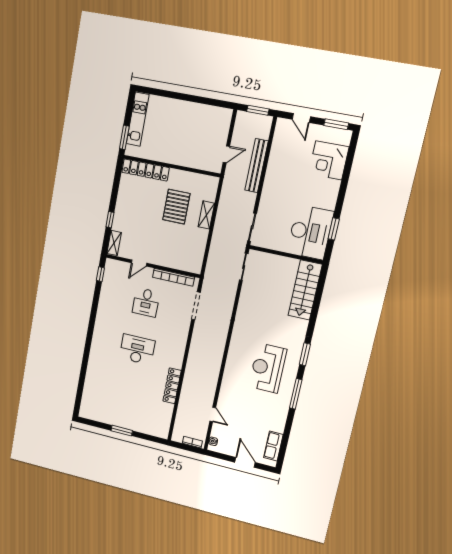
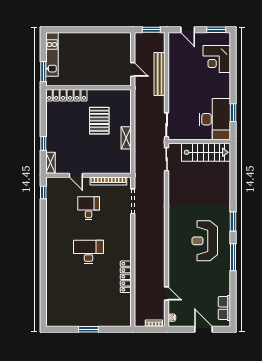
door: (226, 154) -> (133, 69), hinge flipped
shelving: (206, 215) -> (126, 138), moved
door: (139, 263) -> (76, 175), hinge flipped
stairs: (305, 290) -> (206, 152), moved, turned -90
desk: (146, 302) -> (89, 208), turned 180

